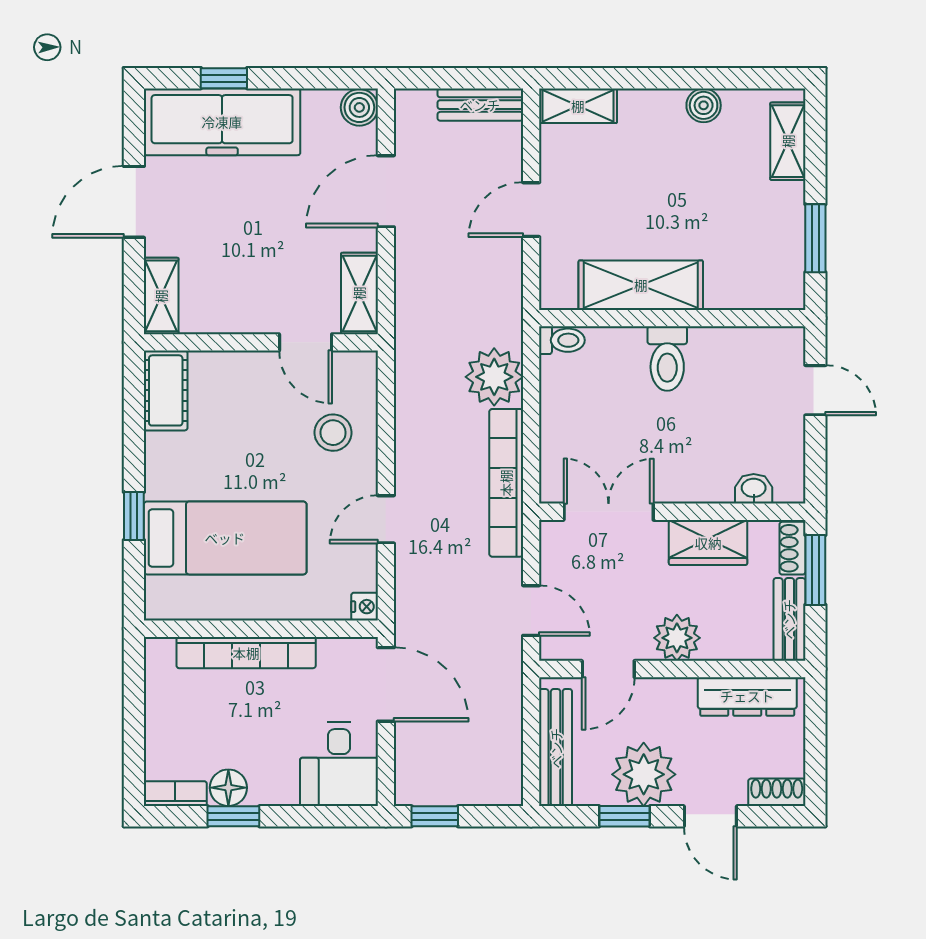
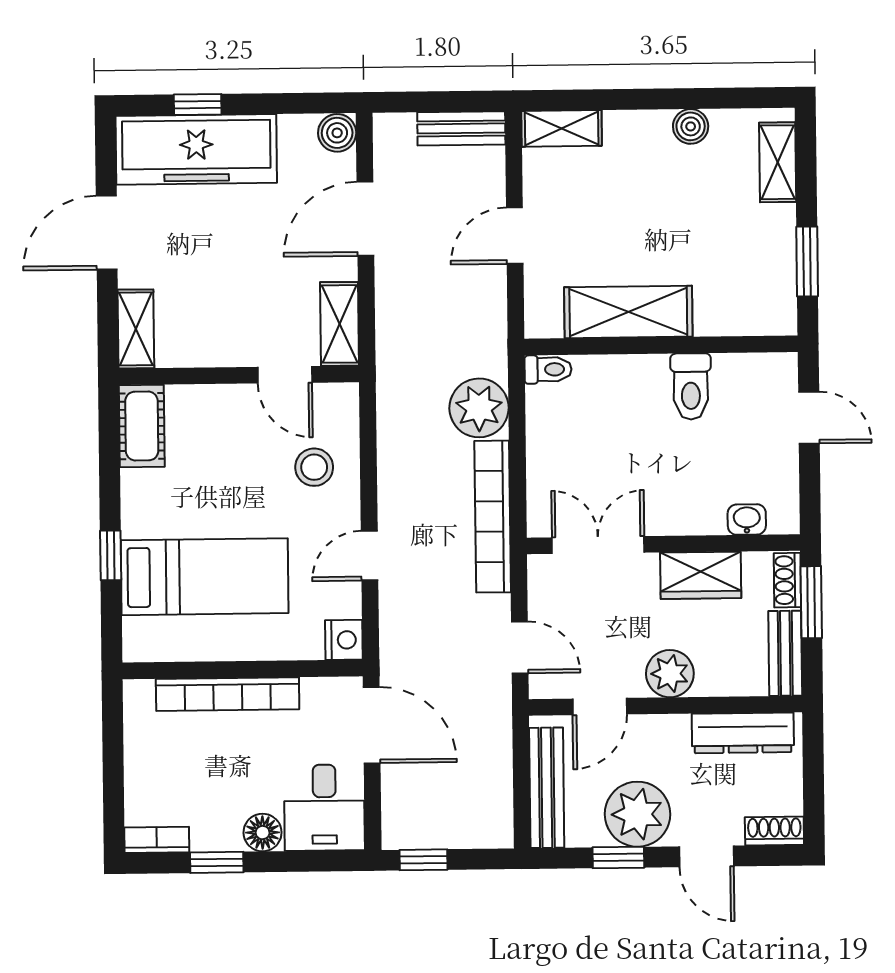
toilet: (667, 359) -> (691, 387), moved
nightstand: (365, 607) -> (344, 640), width x1.39, depth x1.35
floor lamp: (228, 788) -> (263, 833), moved

